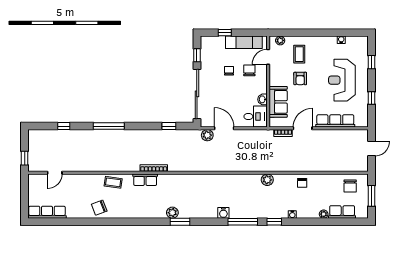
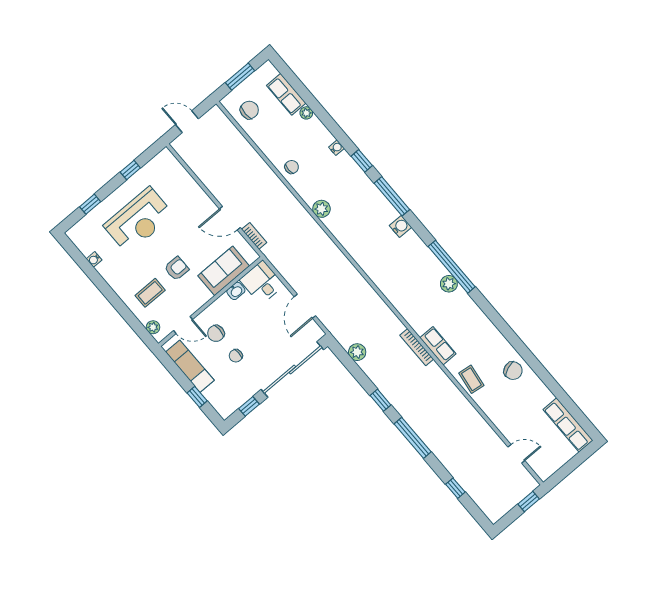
row of seats: (335, 121) -> (191, 189), removed
window: (169, 126) -> (380, 400), moved
plant: (207, 135) -> (357, 352), moved
window: (180, 222) -> (452, 267), width x2.11

